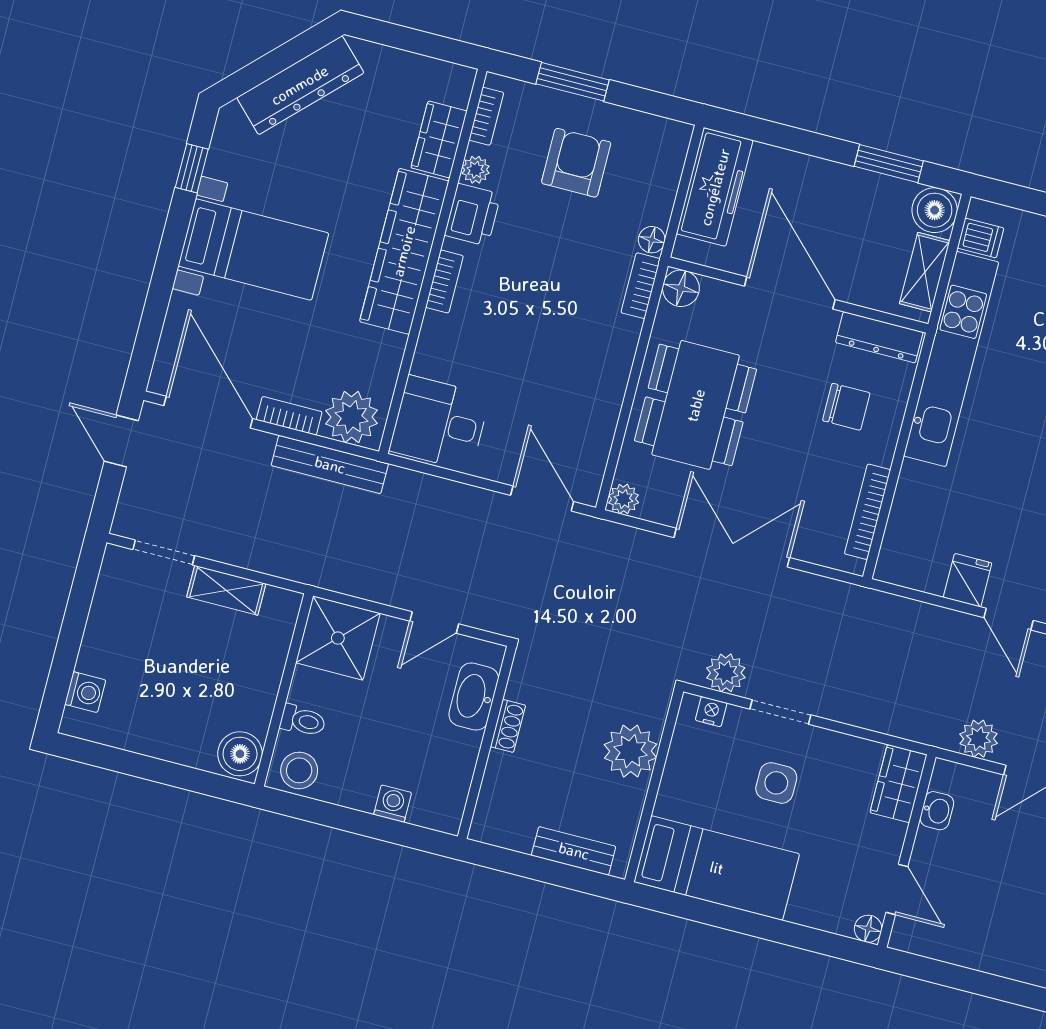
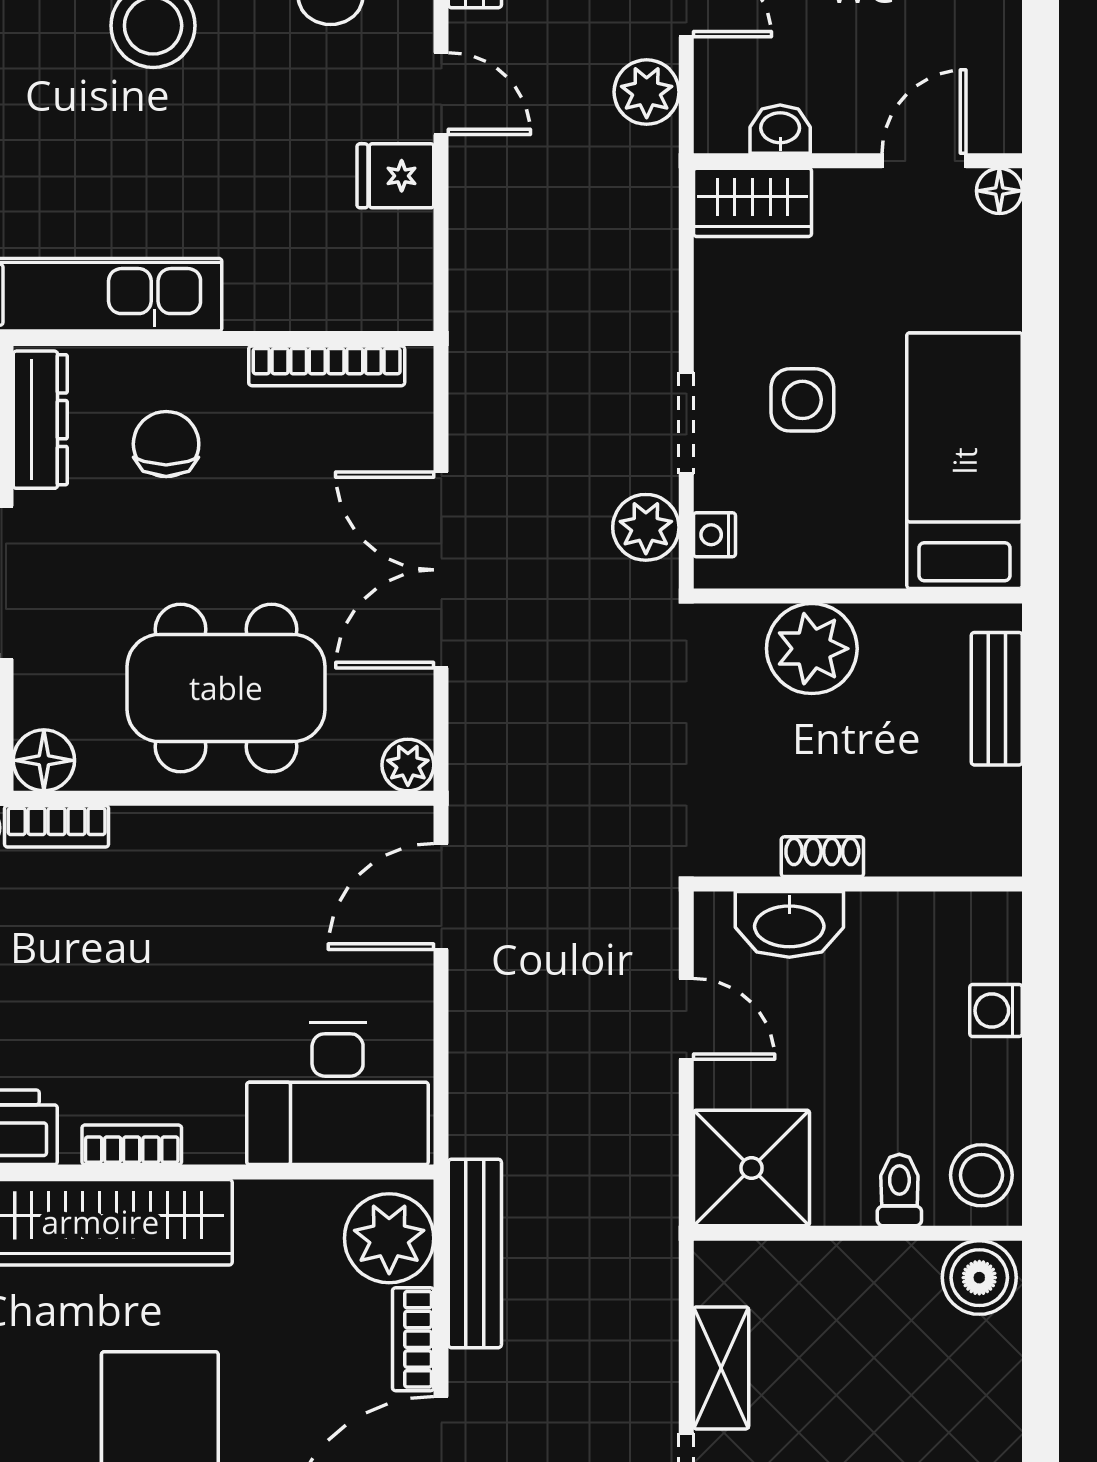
desk: (440, 423) -> (338, 1093), width x1.37
door: (1008, 619) -> (441, 94), hinge flipped

